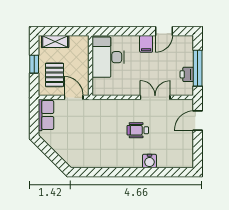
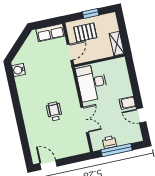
shelving: (55, 41) -> (117, 44), moved
desk: (108, 57) -> (92, 83), moved, turned -90
door: (198, 121) -> (48, 165), moved
water cooler: (149, 161) -> (19, 70), moved

